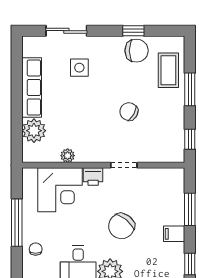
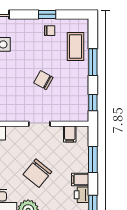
chair: (137, 51) -> (50, 31), width x0.54, depth x0.54
printer: (93, 177) -> (82, 195), moved, turned 90
filing cabinet: (161, 178) -> (70, 134), added

